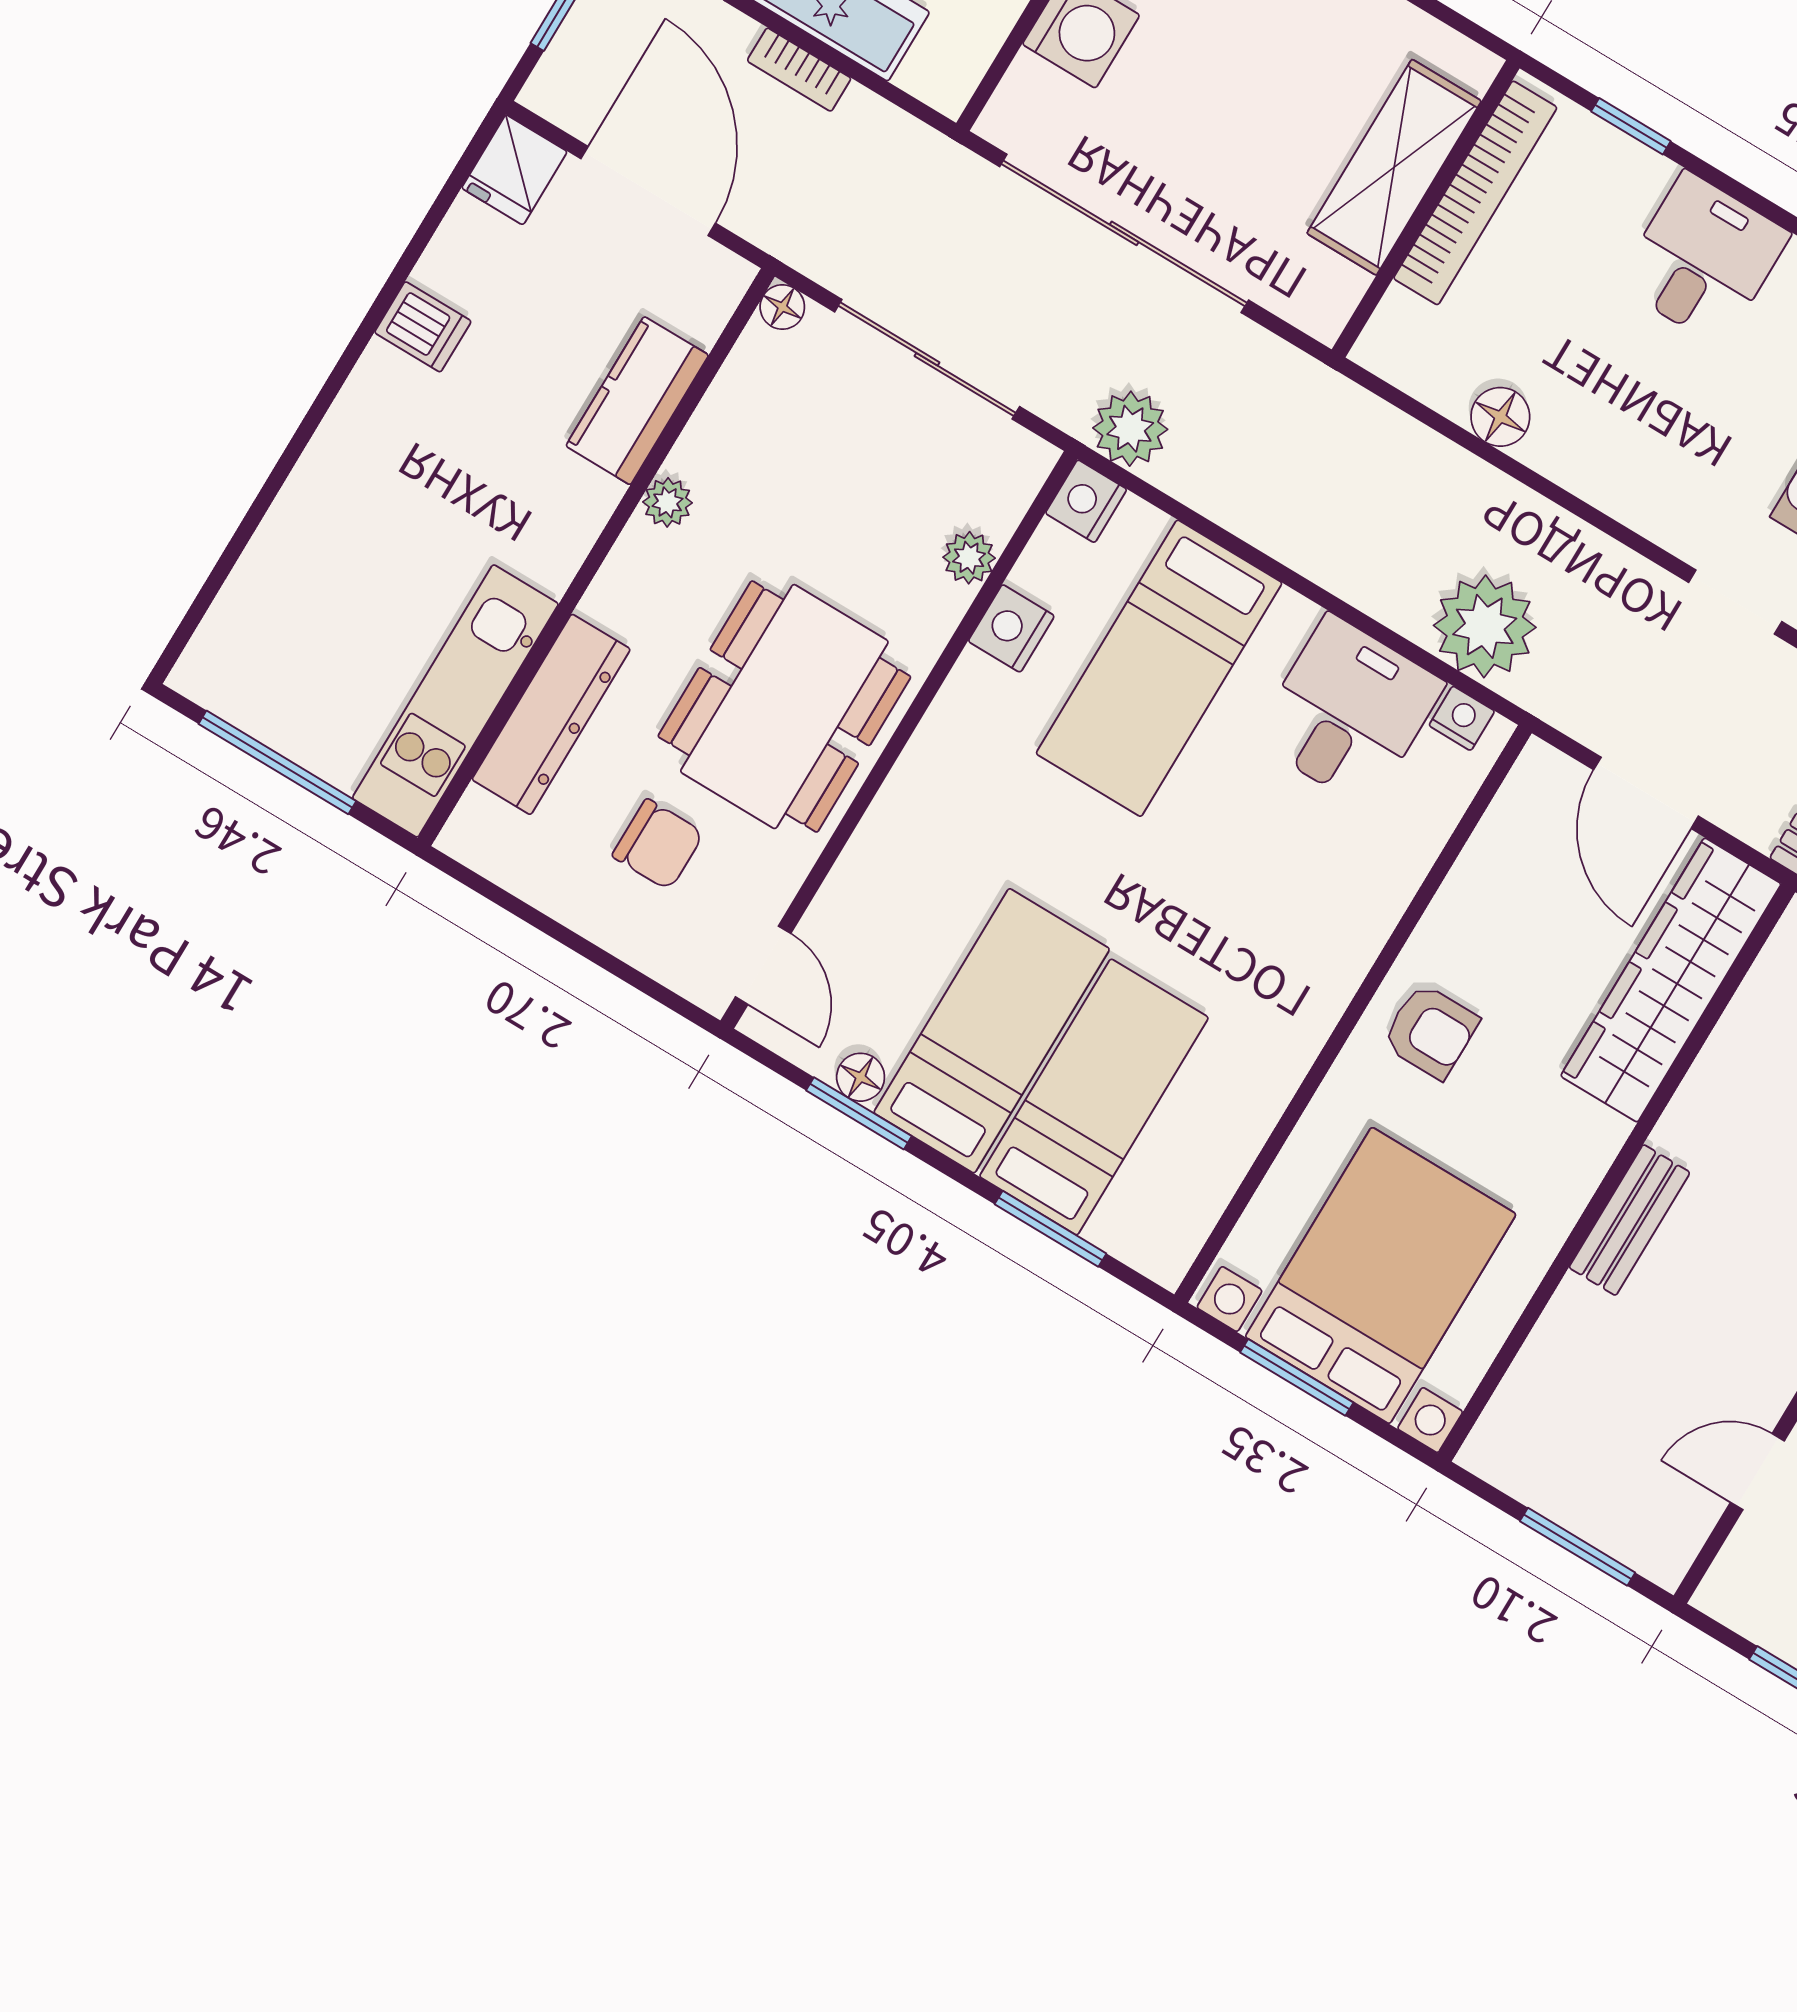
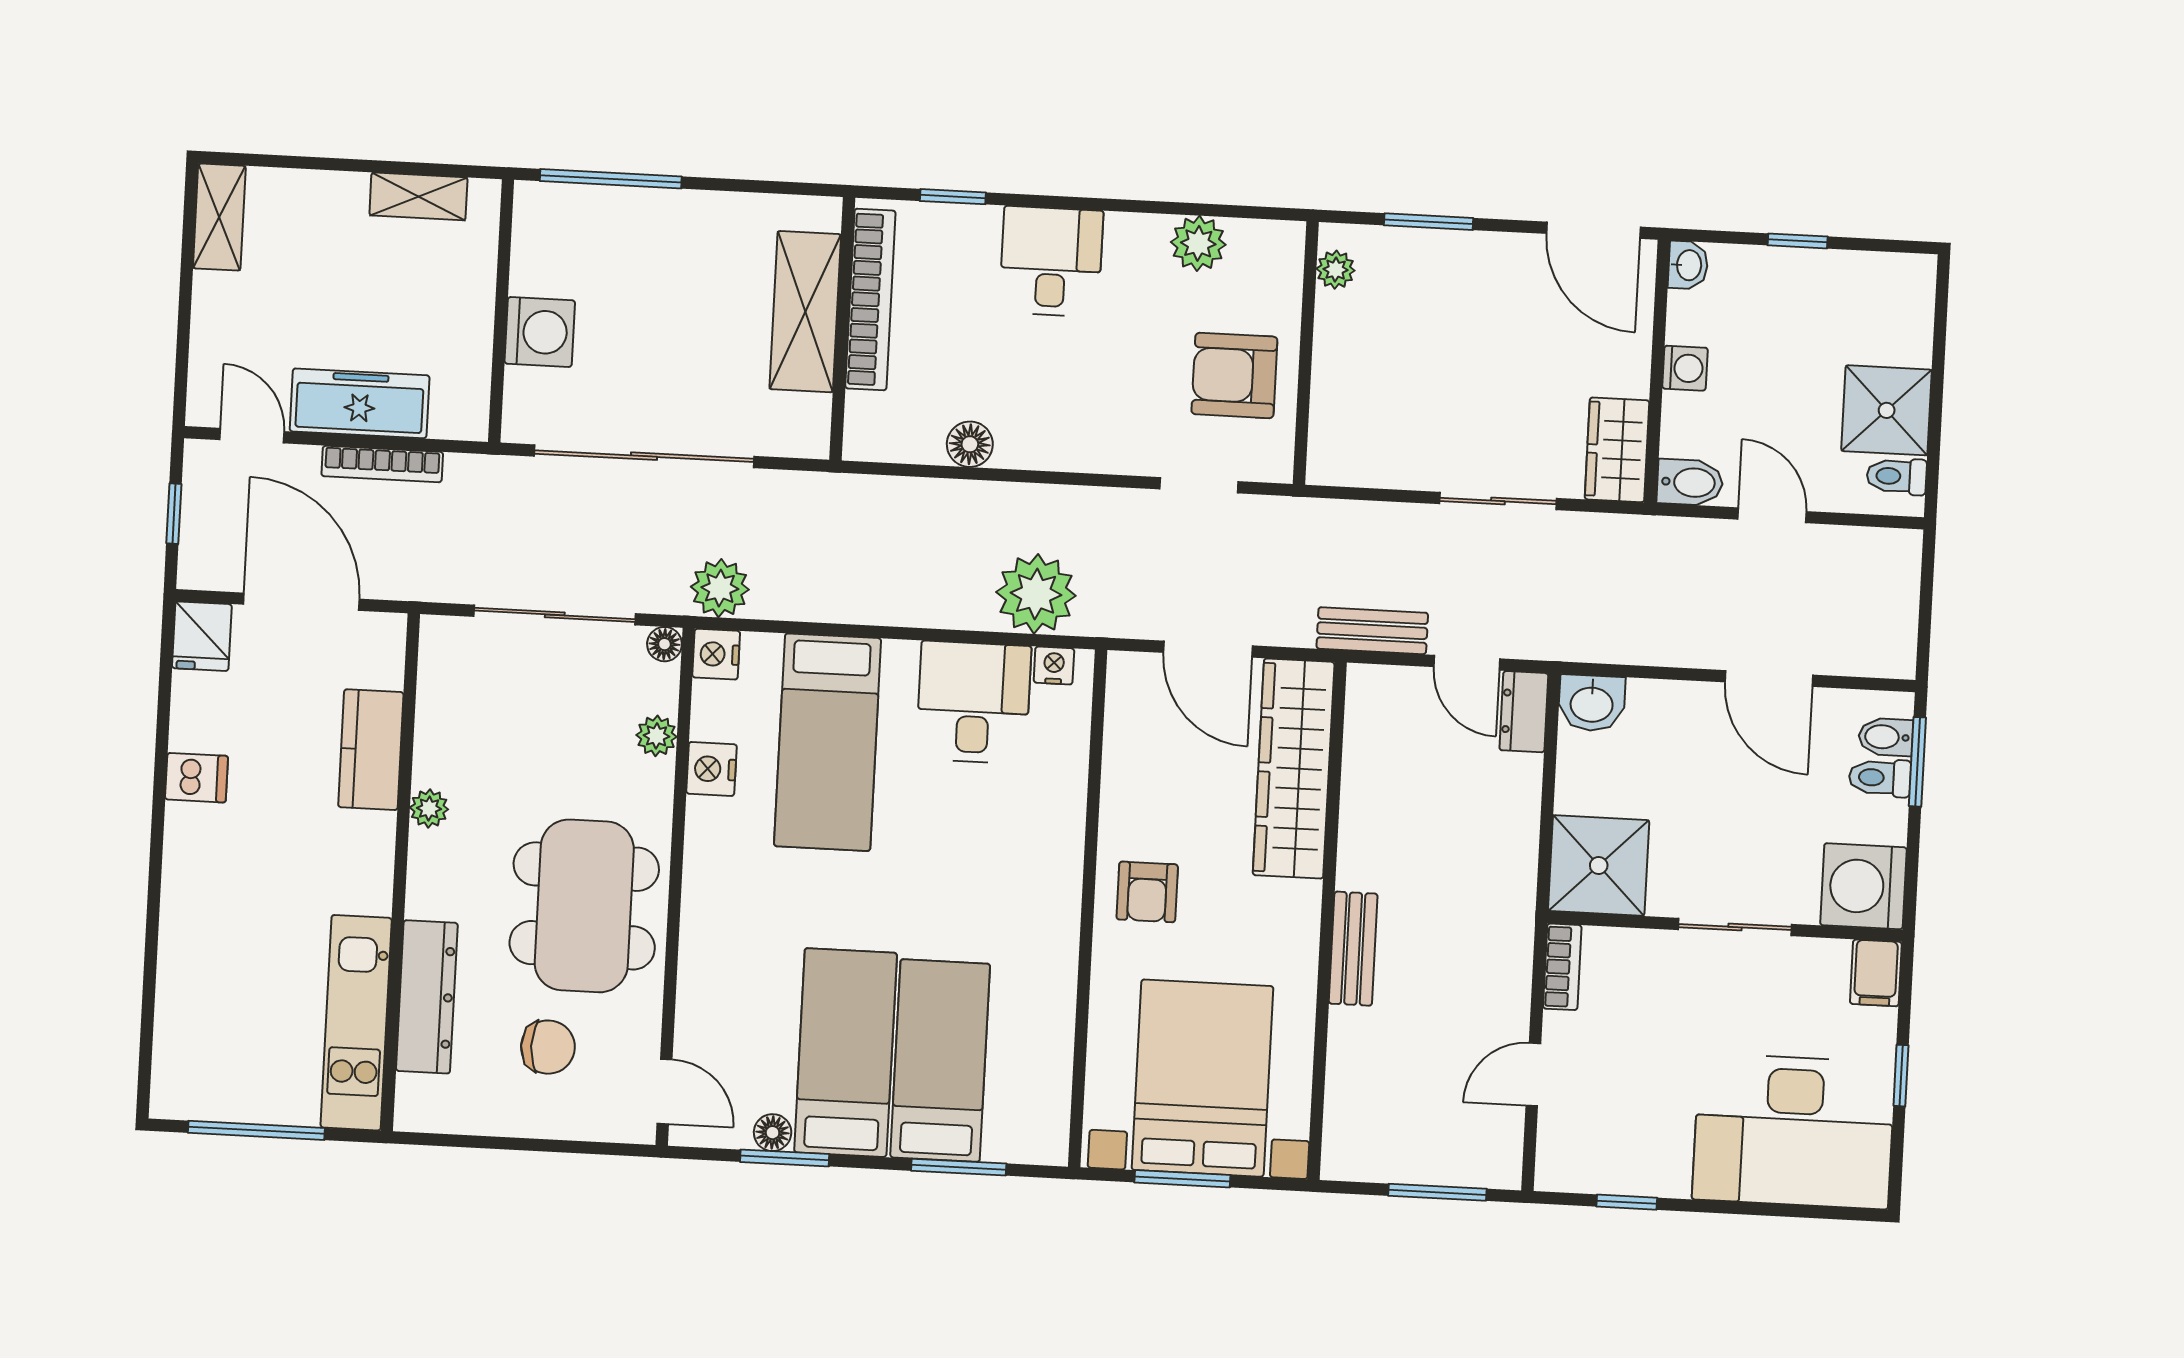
bookcase: (799, 70) -> (382, 464), width x1.56
floor lamp: (782, 307) -> (664, 644), moved
armchair: (1431, 1031) -> (1147, 892), turned 90

